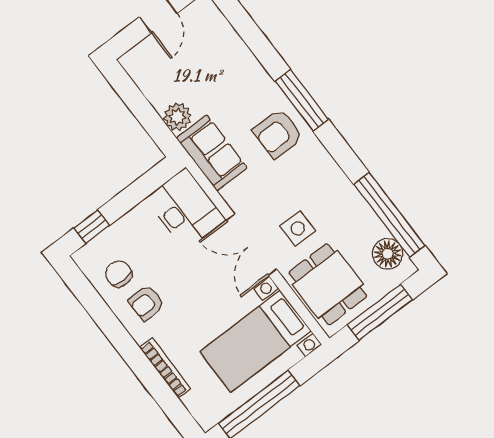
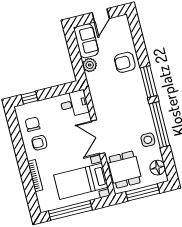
armchair: (278, 134) -> (125, 62), moved
sofa: (212, 153) -> (86, 41), moved
desk: (185, 209) -> (74, 104), width x0.73
window: (389, 215) -> (159, 125), moved
side table: (298, 228) -> (148, 140), moved

